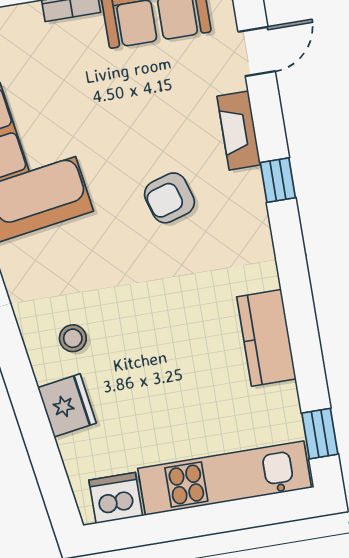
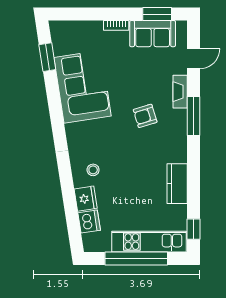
window: (278, 180) -> (193, 116), width x2.17
dishwasher: (116, 498) -> (89, 221), moved, turned 81
window: (202, 521) -> (136, 258), added

